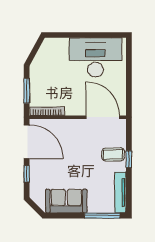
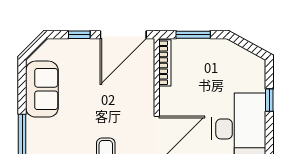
window: (74, 35) -> (269, 100), added

